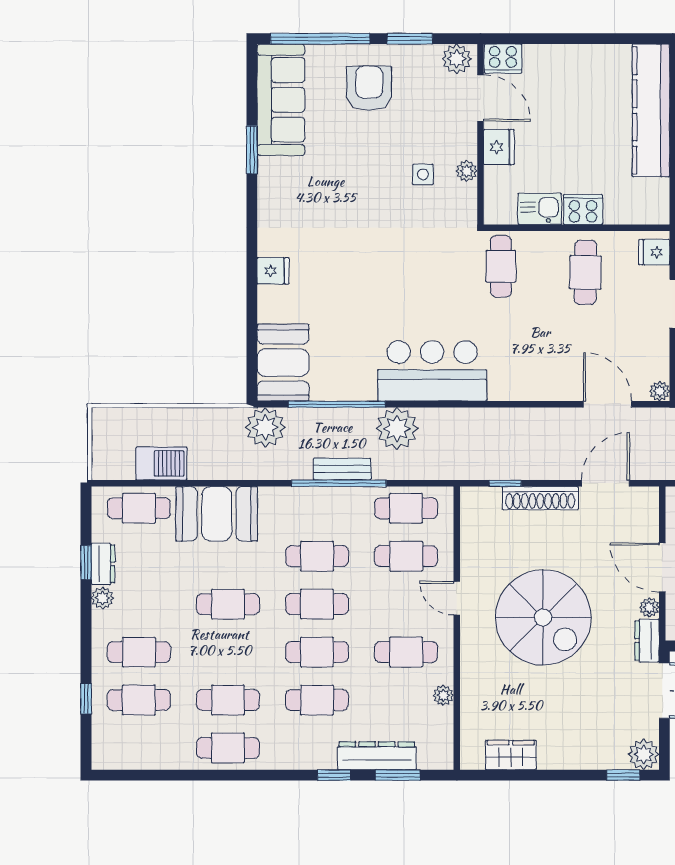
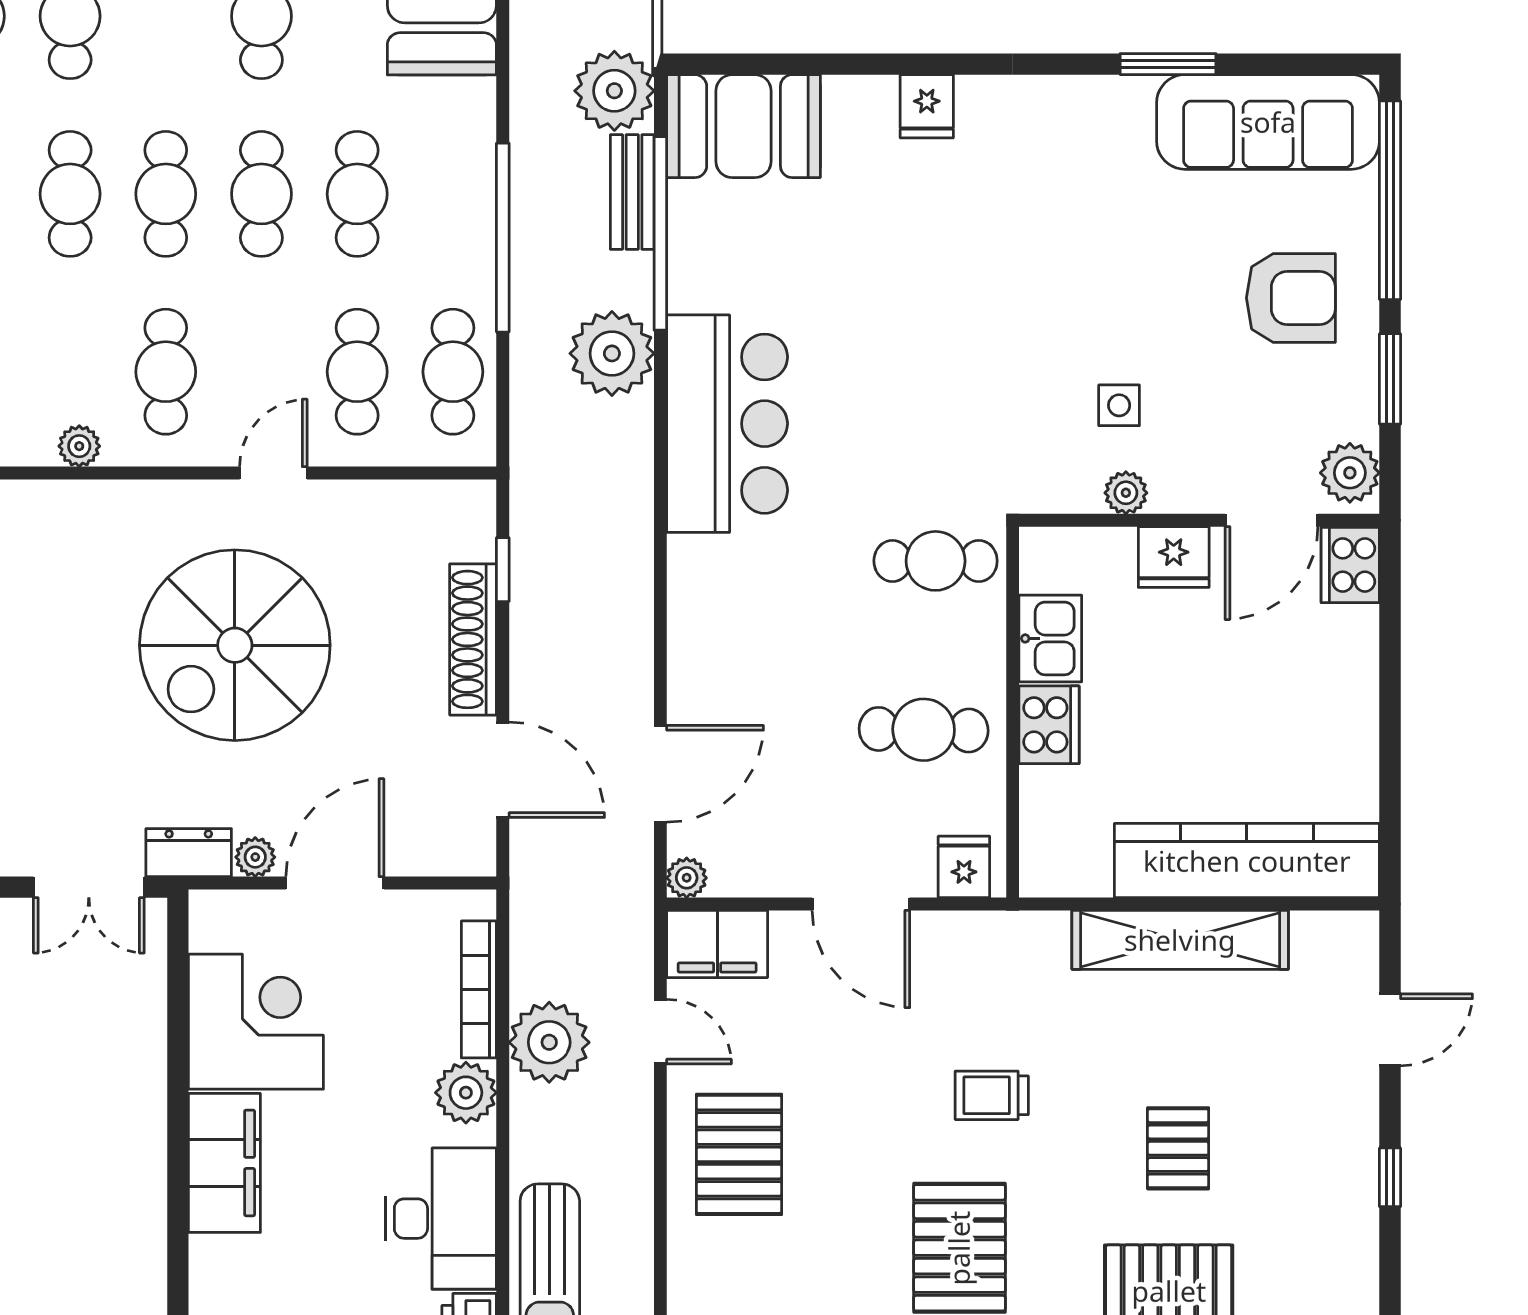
bench: (342, 469) -> (632, 192), moved

